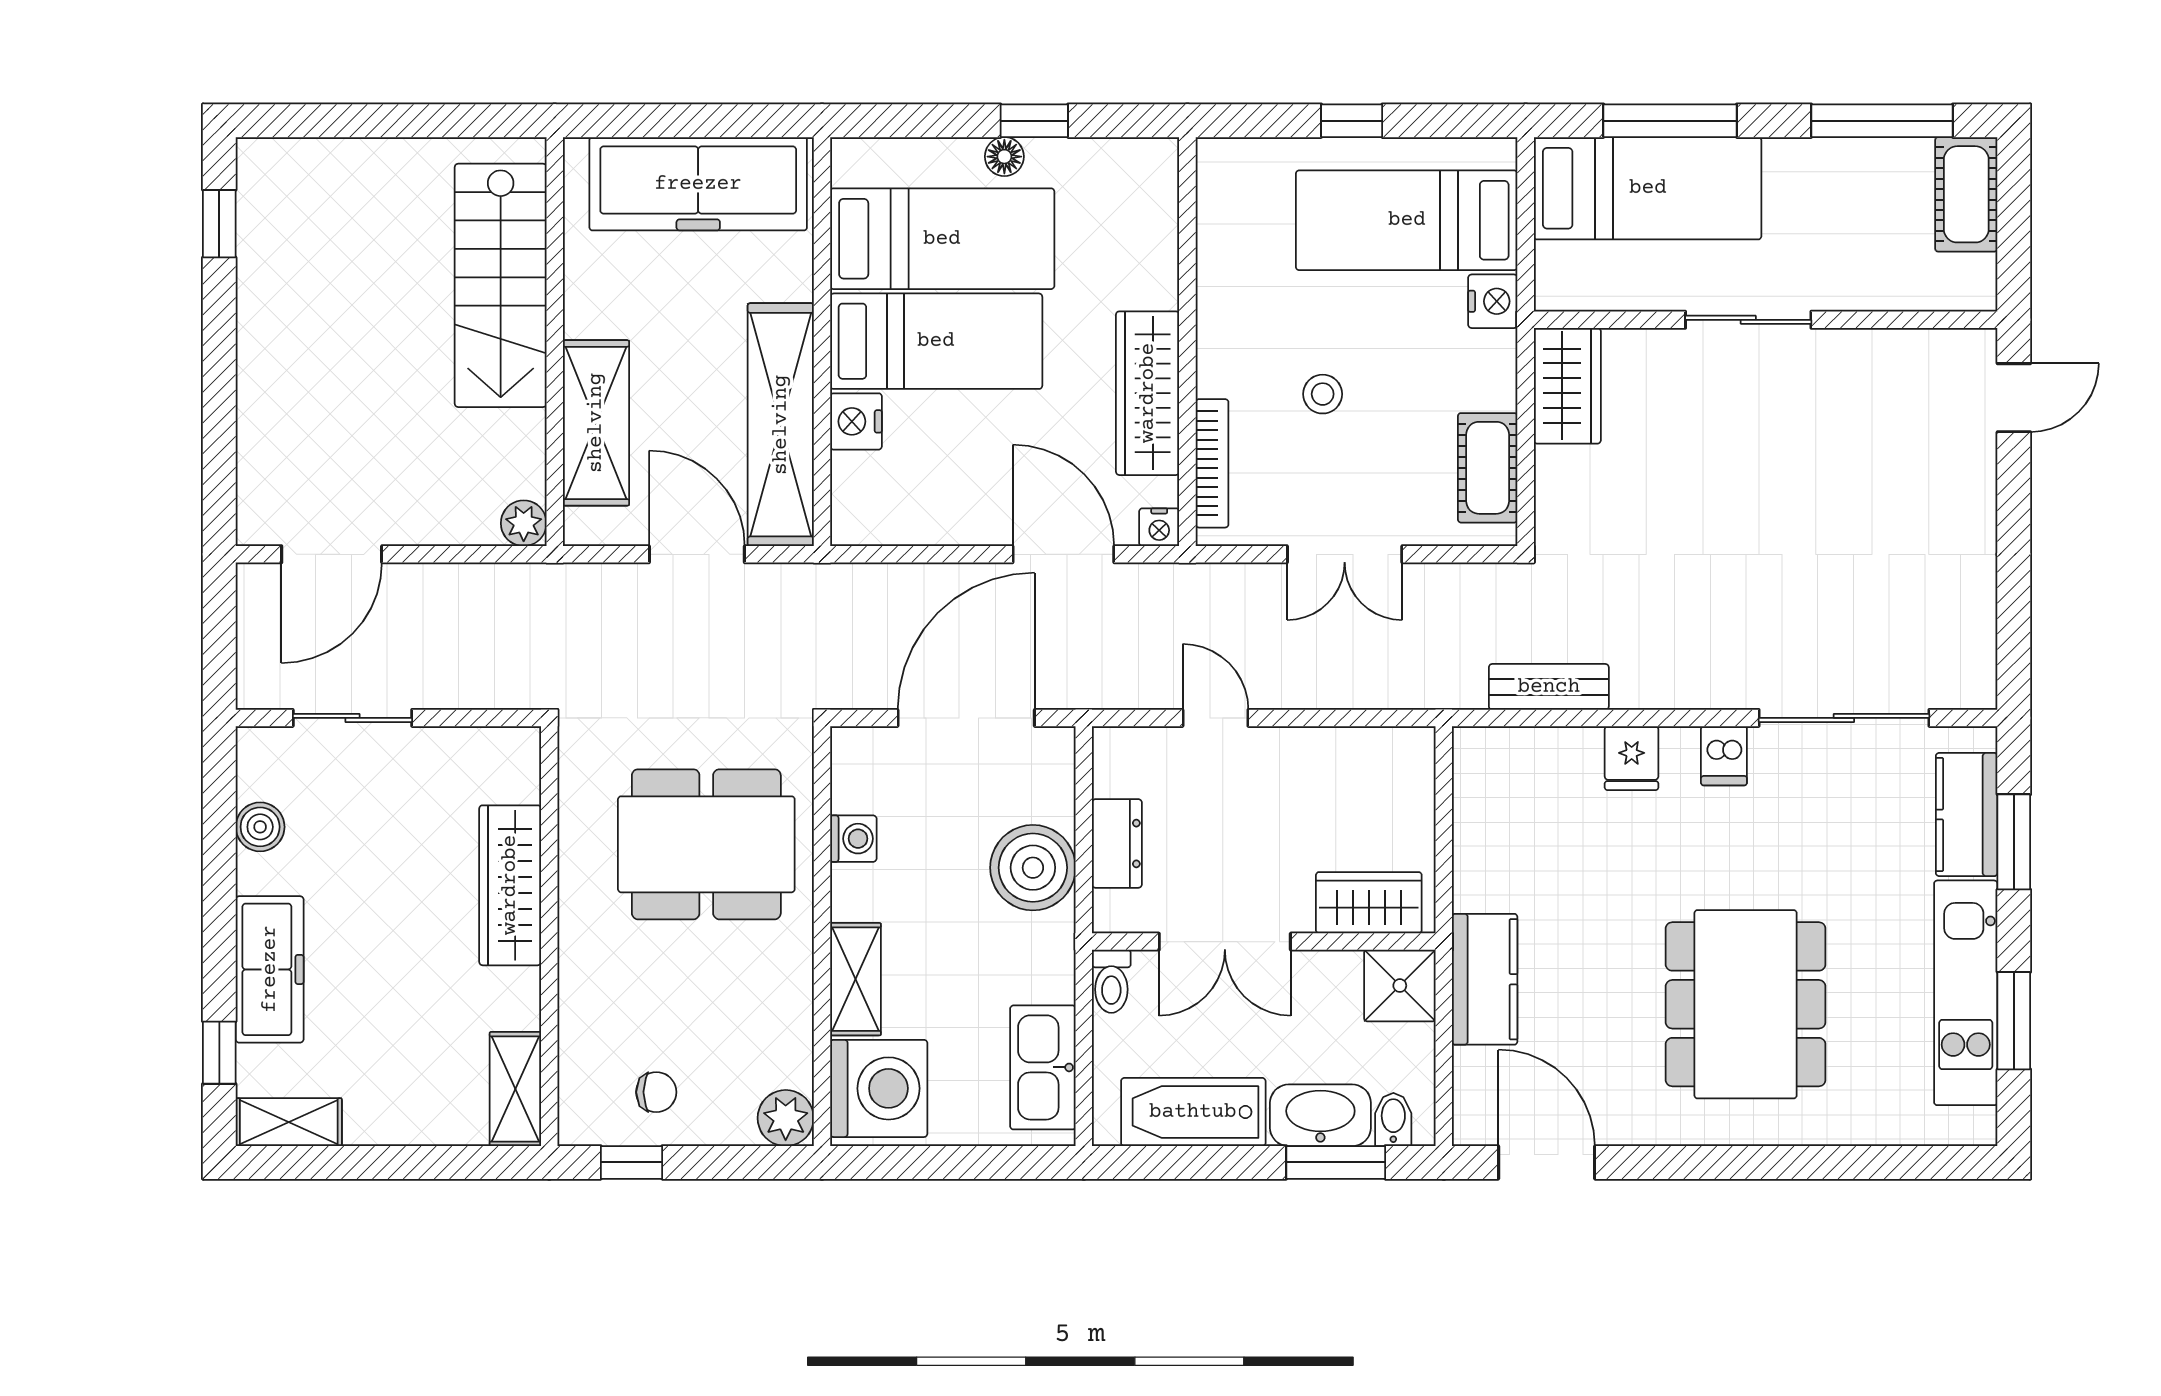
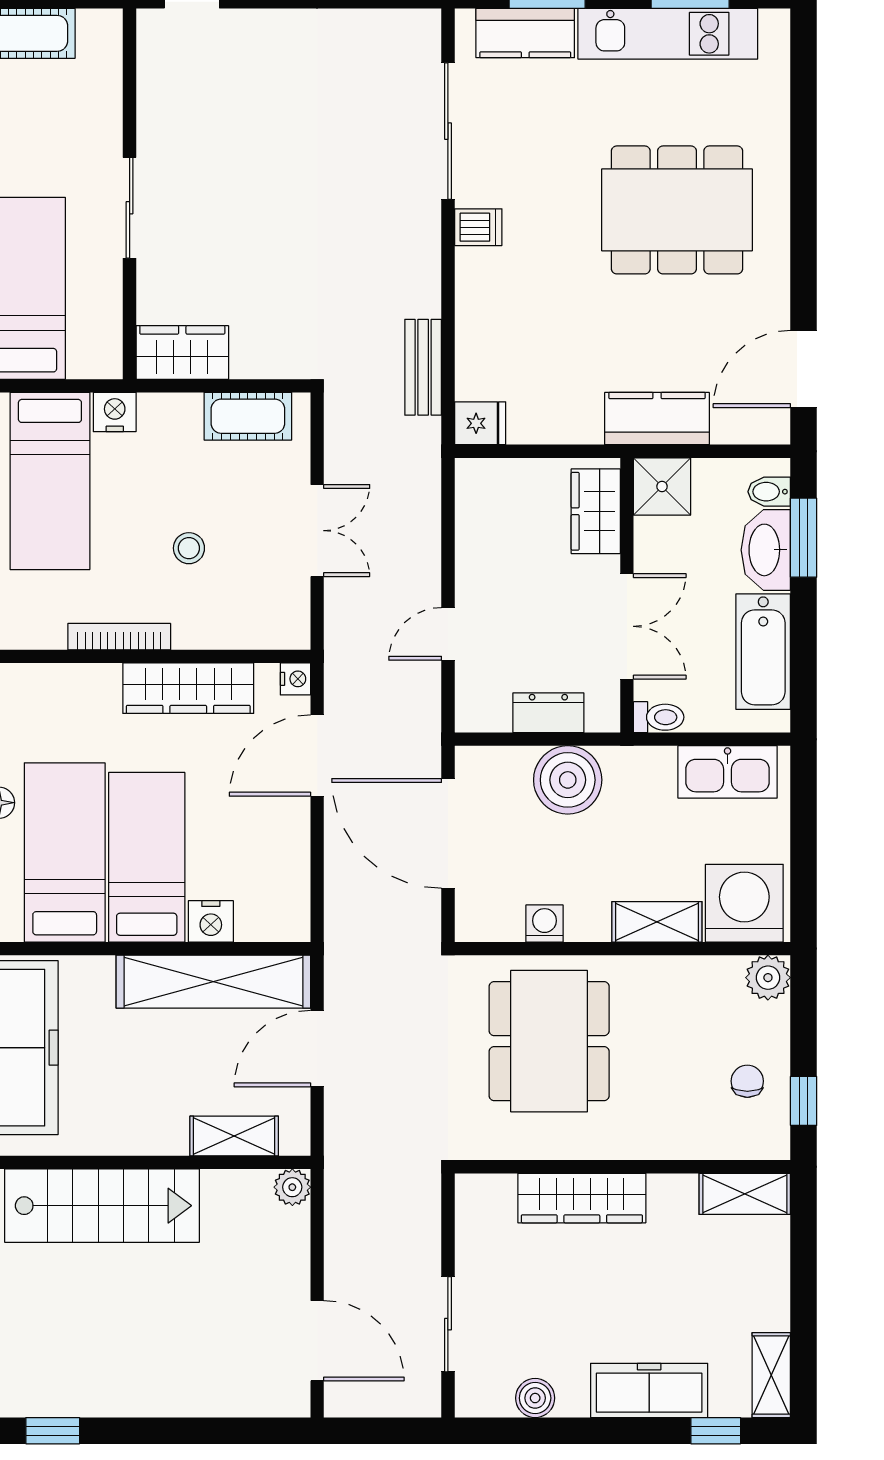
shelving: (596, 423) -> (234, 1136), width x0.67, depth x0.75
bookcase: (1212, 463) -> (119, 637), moved
fridge: (1632, 758) -> (480, 423), moved

